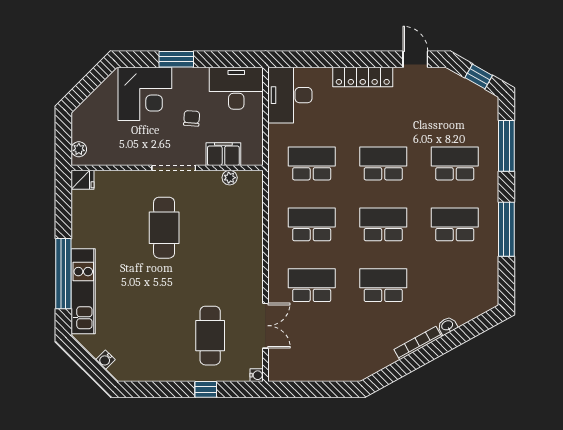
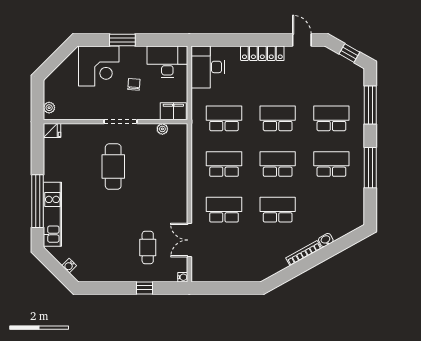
filing cabinet: (223, 154) -> (173, 111), moved
double door: (265, 326) -> (189, 240), swing flipped
cafe table: (210, 336) -> (148, 248), width x0.73, depth x0.74

